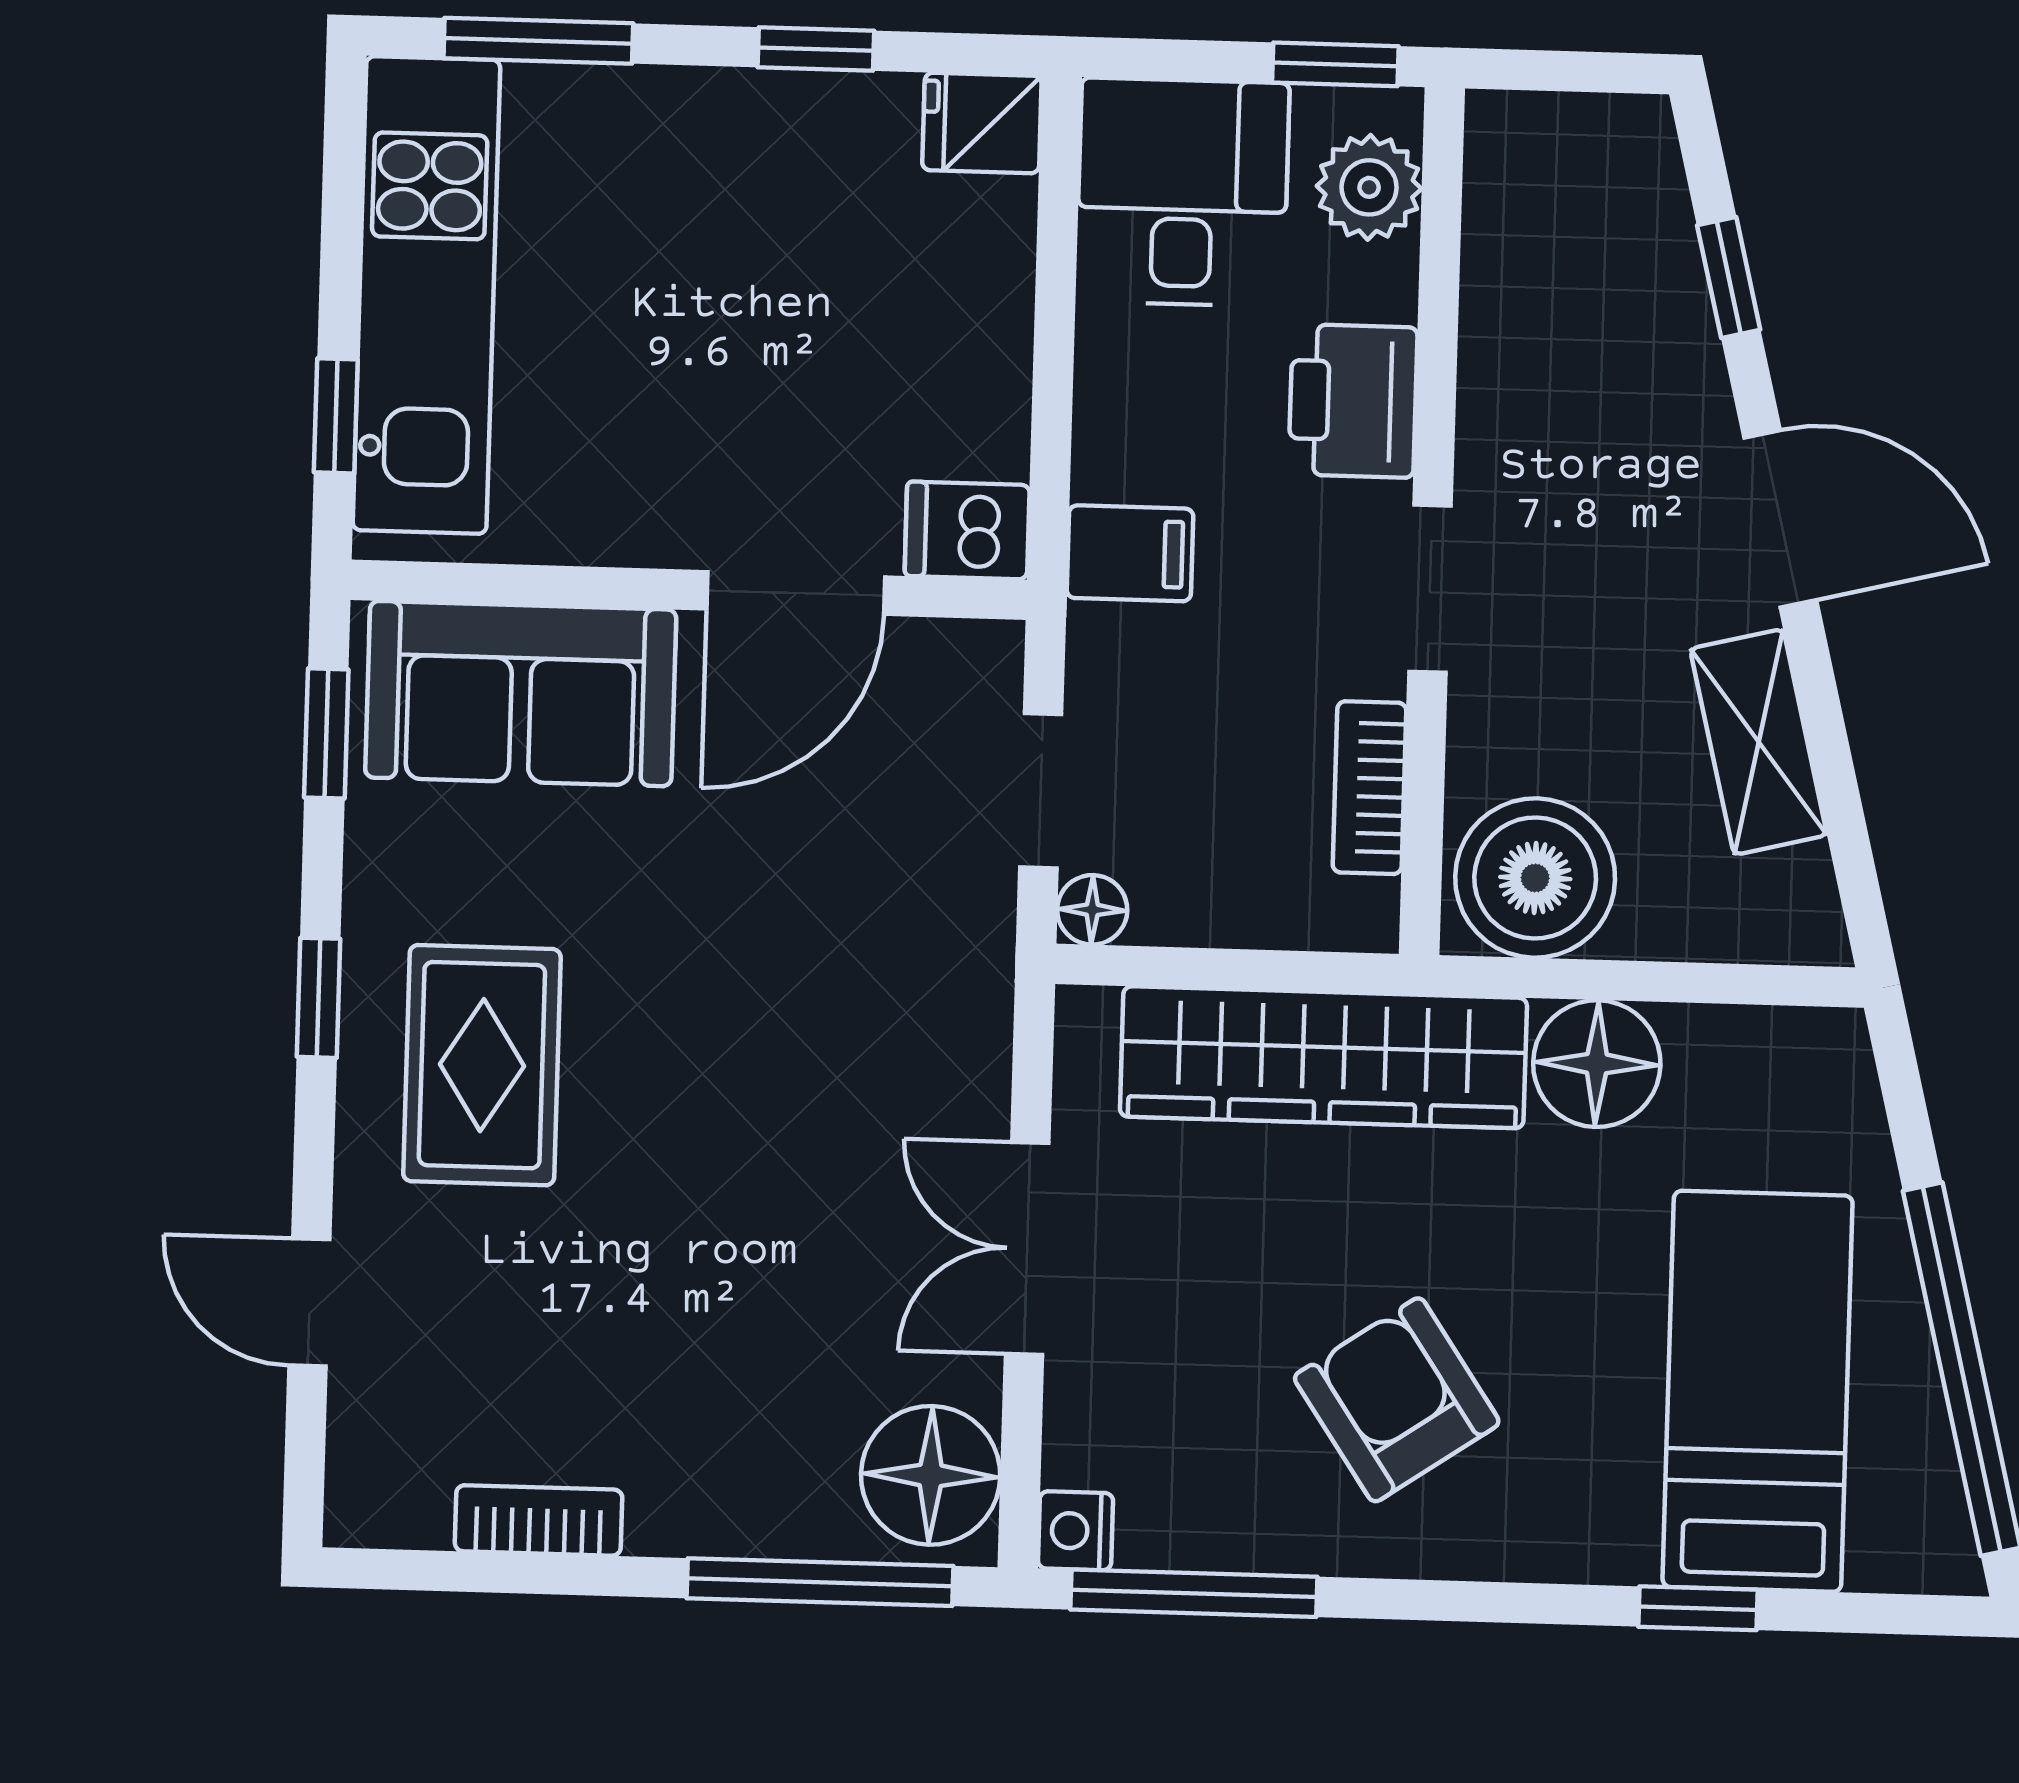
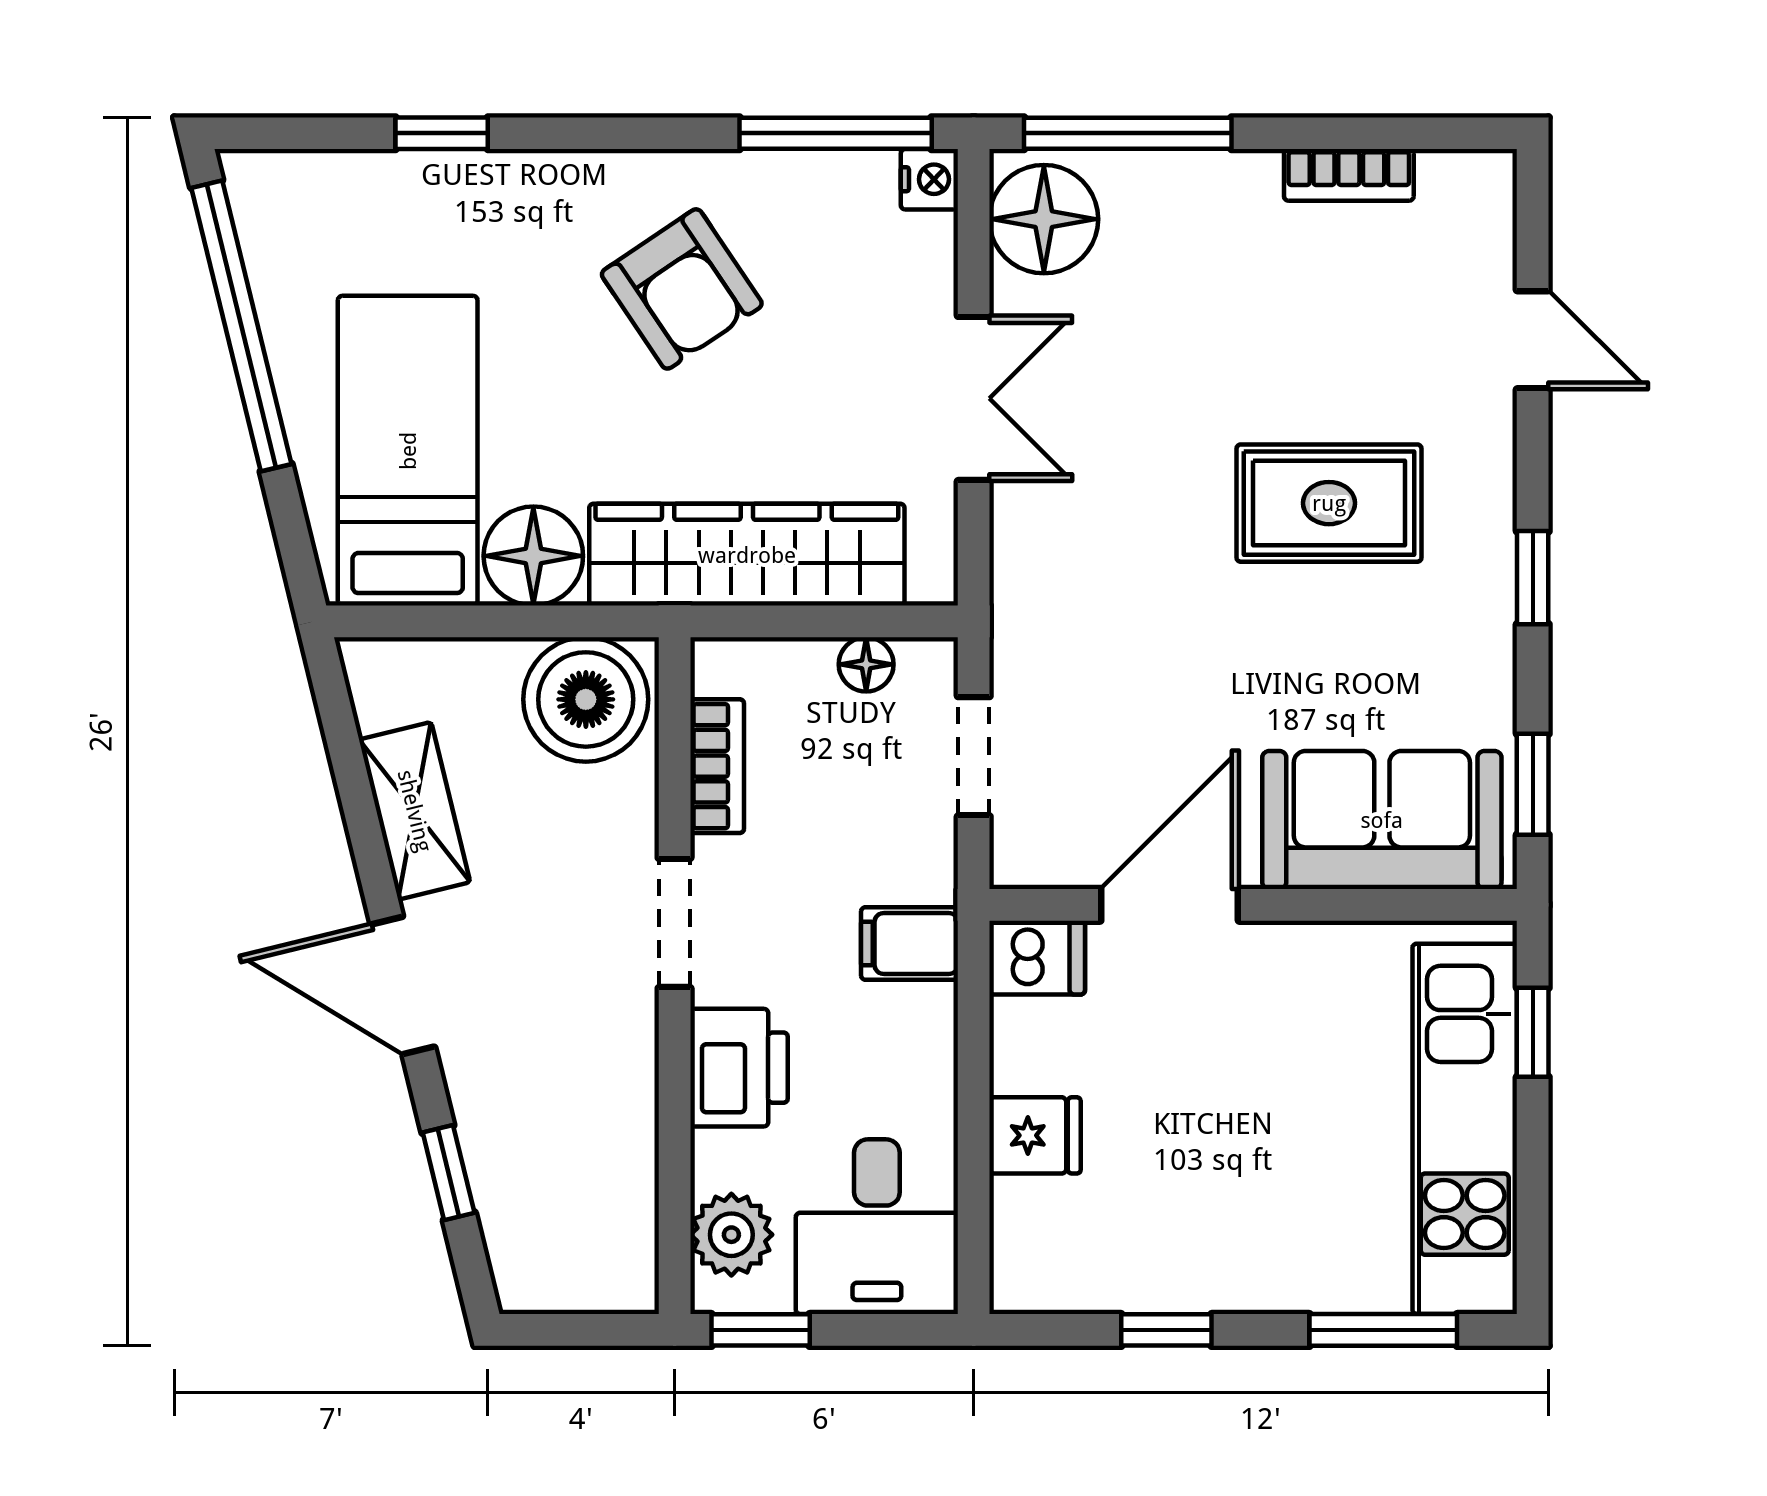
fridge: (982, 123) -> (1035, 1135), moved
floor lamp: (1092, 910) -> (866, 664), moved
rug: (482, 1065) -> (1329, 503), moved, turned 90
bed: (1758, 1391) -> (408, 451), moved, turned 180

